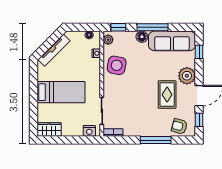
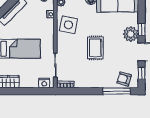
window: (199, 52) -> (142, 29), moved
rug: (167, 95) -> (95, 48), moved
window: (156, 140) -> (117, 91), moved

